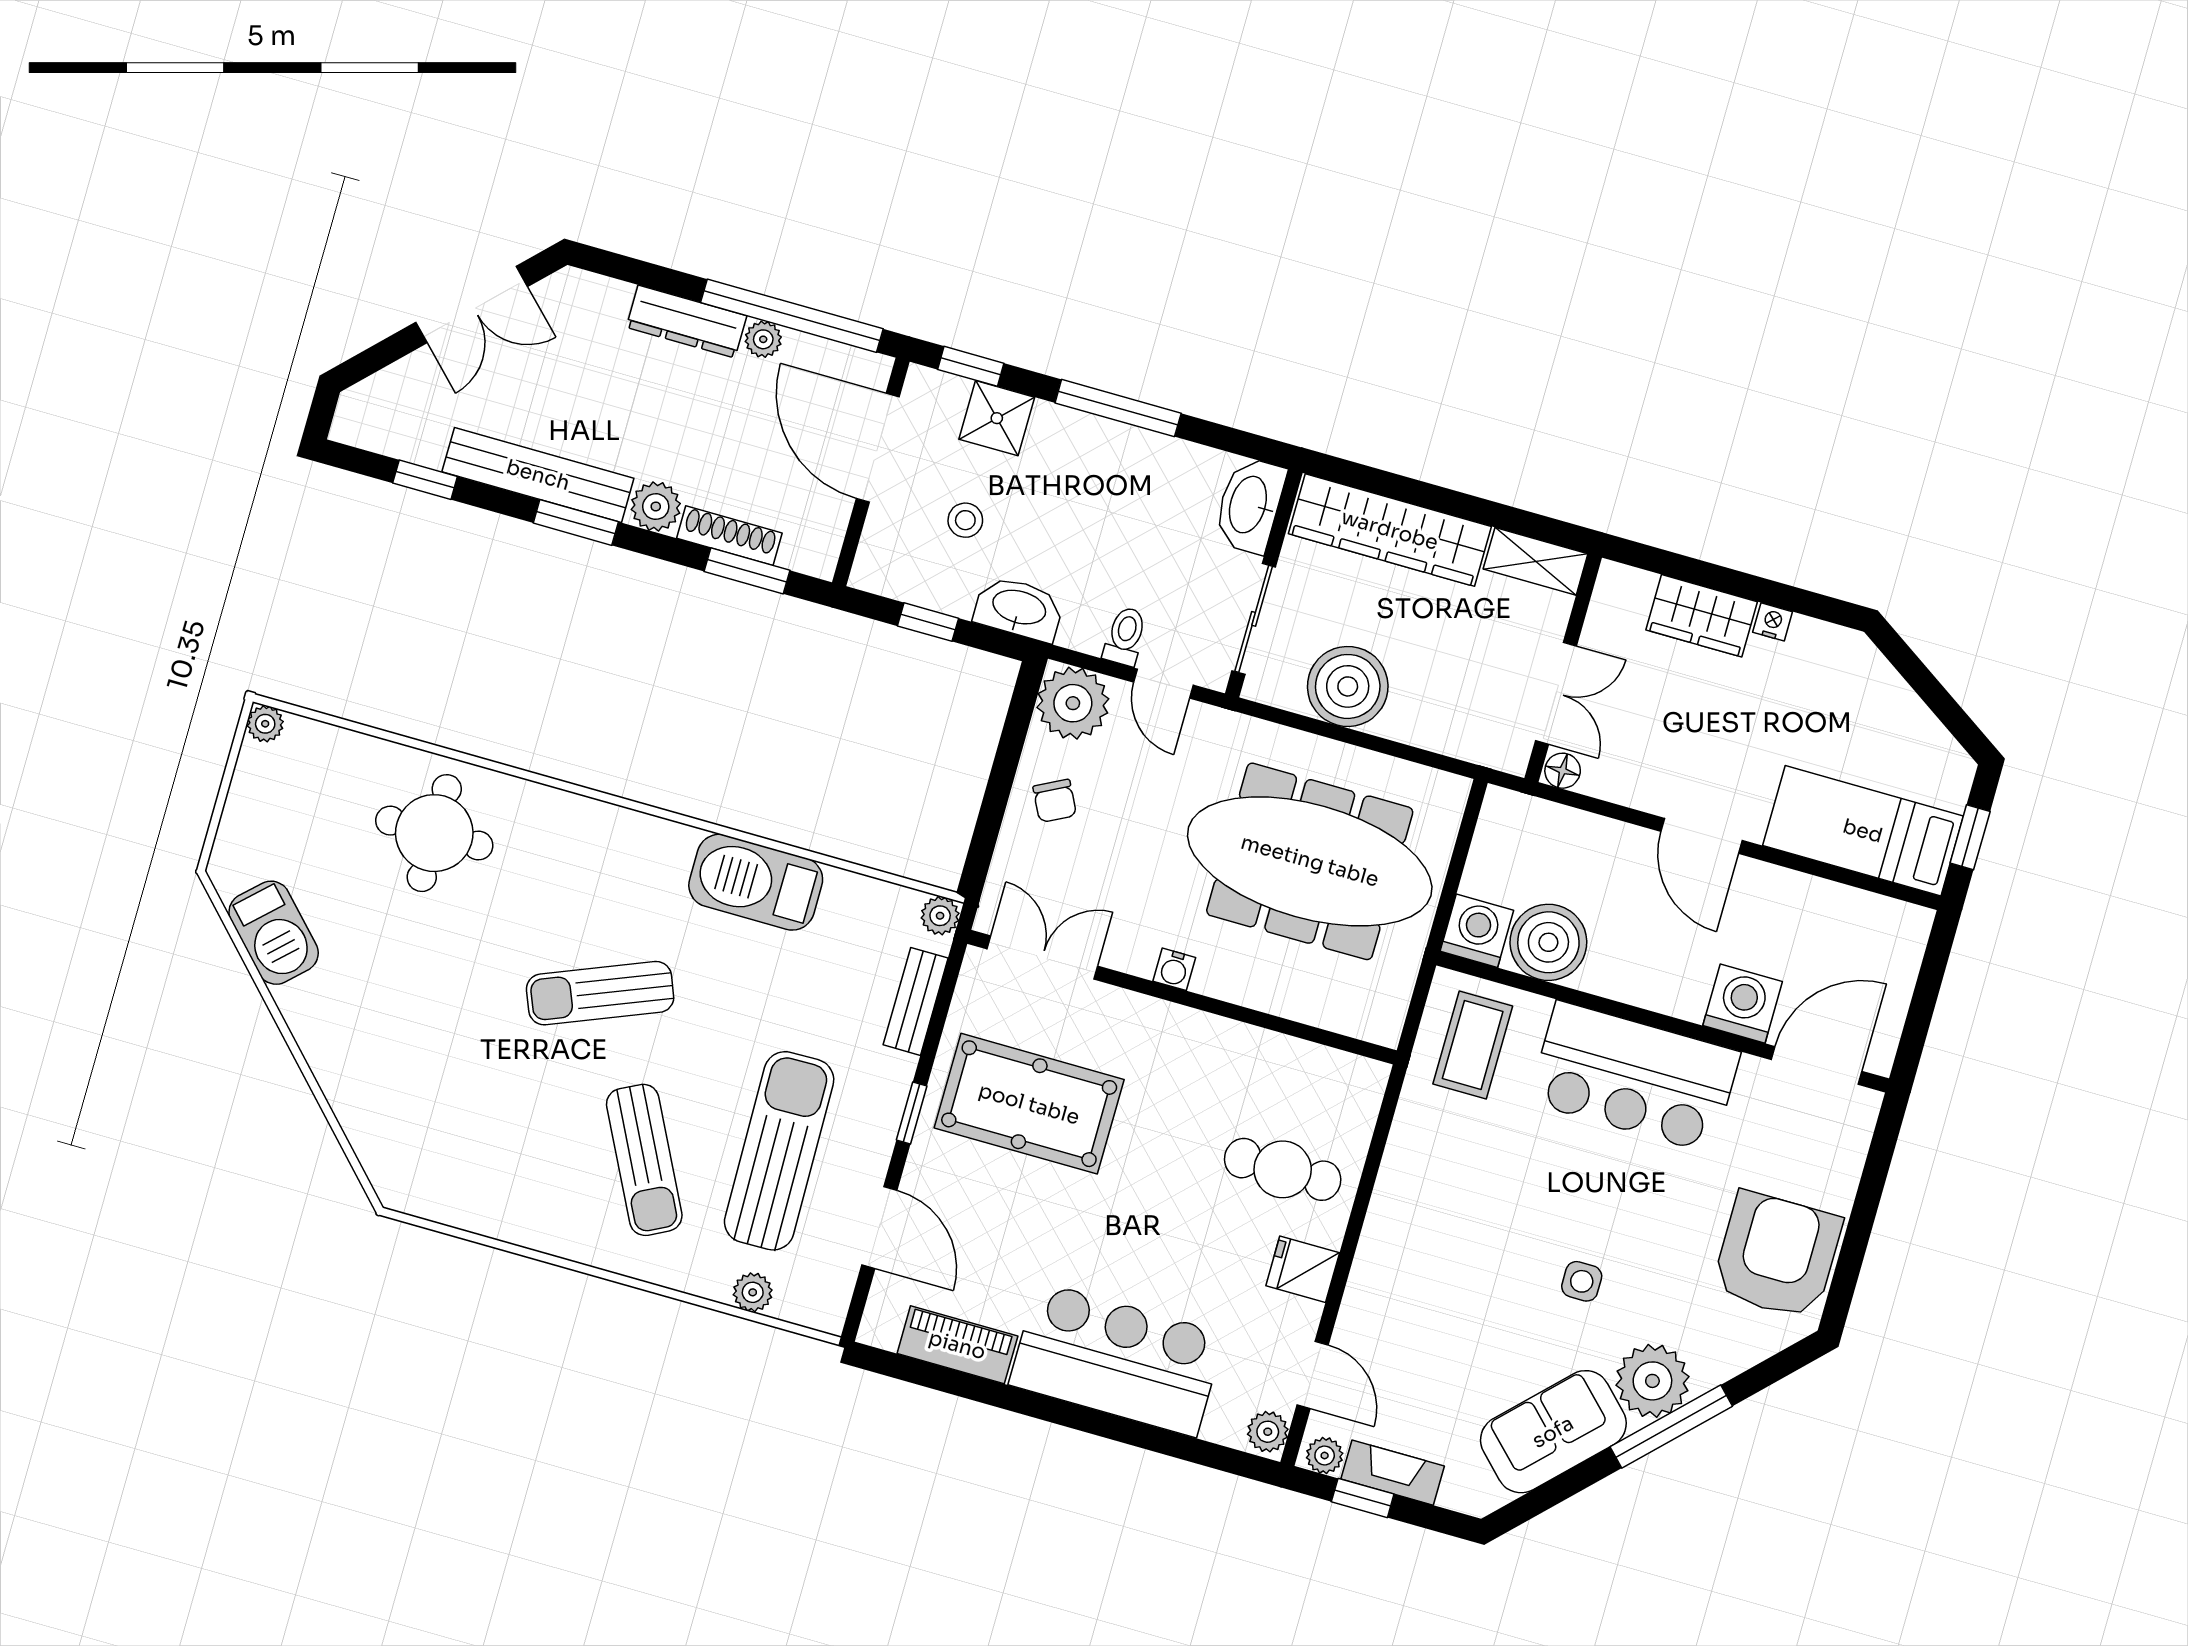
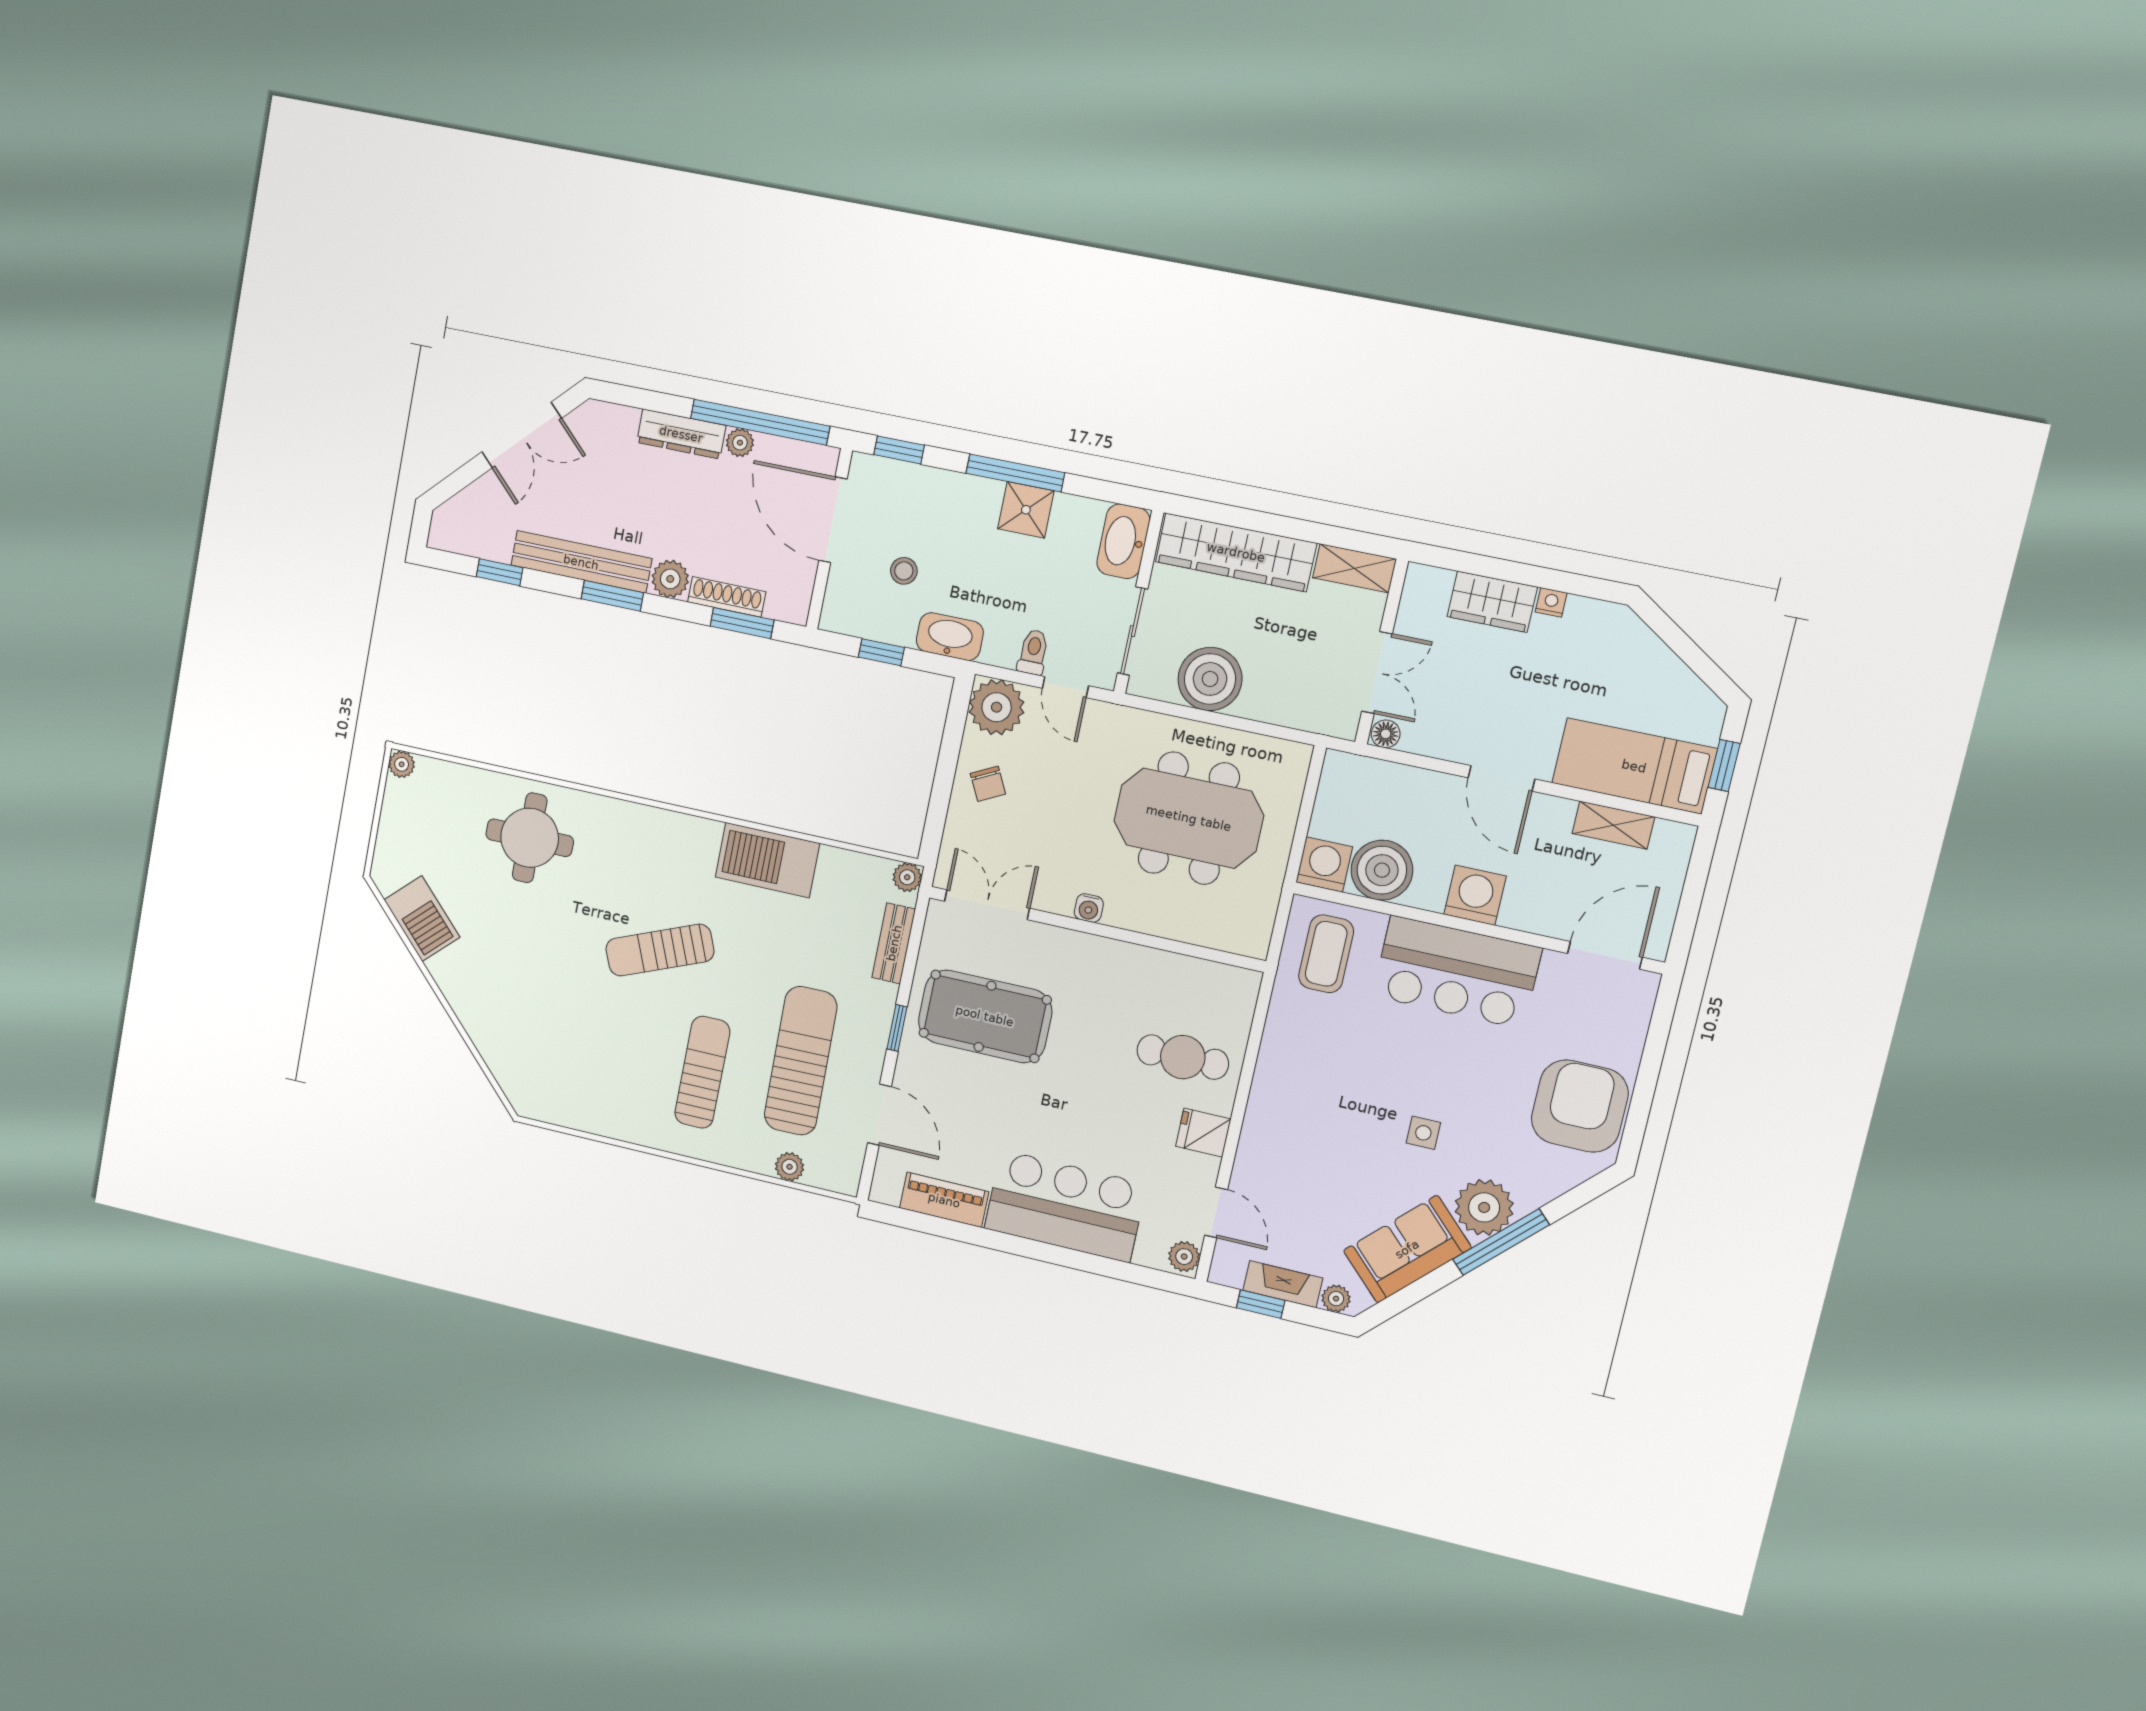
shower: (997, 418) -> (1026, 510), moved
meeting table: (1310, 861) -> (1189, 818), width x0.73
shelving: (1834, 903) -> (1613, 825), added
washing machine: (1743, 1004) -> (1475, 895), moved
sun lounger: (644, 1160) -> (702, 1072), turned -153
plant: (1325, 1455) -> (1336, 1299), moved

